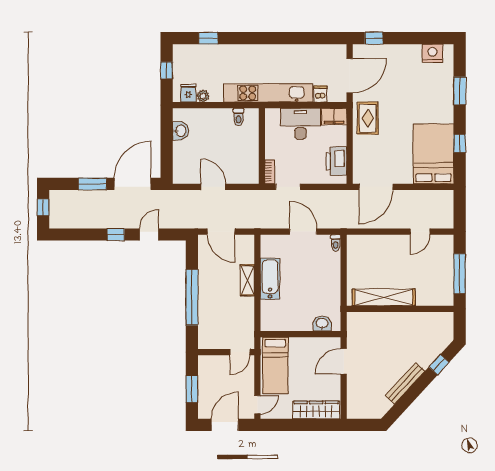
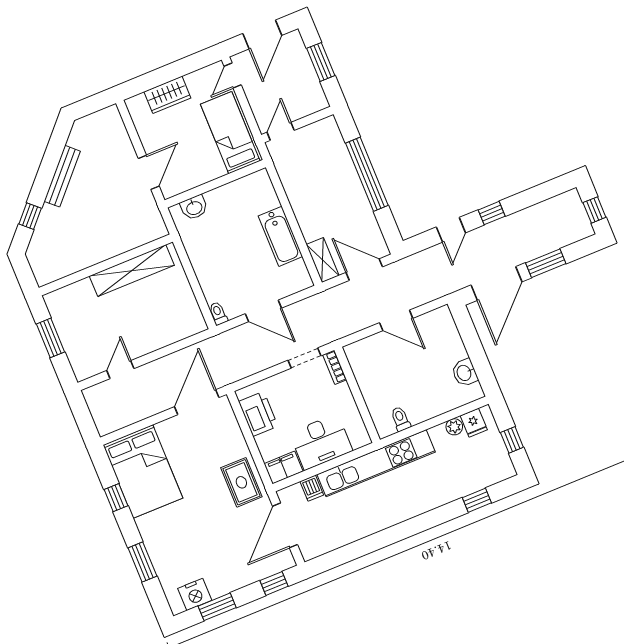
window: (420, 38) -> (217, 607), added
window: (460, 274) -> (51, 338), width x0.69
shelving: (247, 280) -> (323, 260), moved
wardrobe: (316, 410) -> (167, 95), width x0.67

